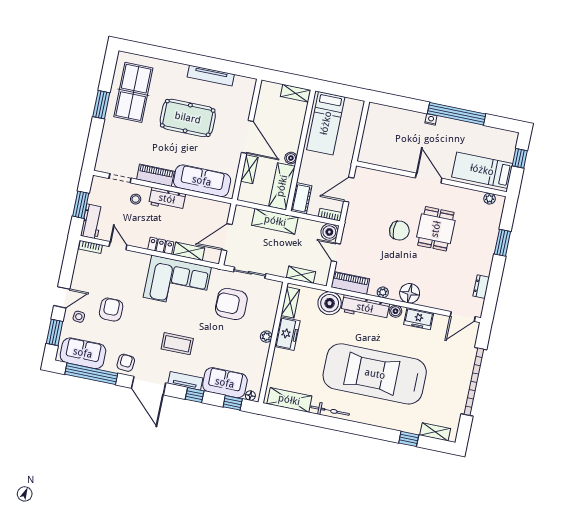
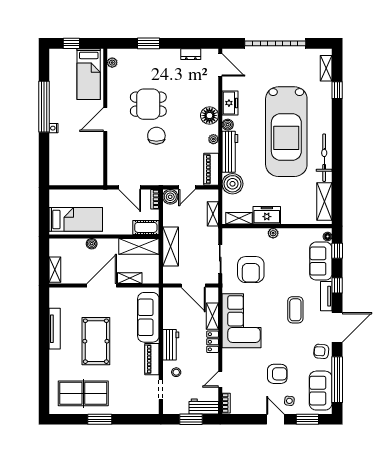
shelving: (296, 93) -> (55, 270), moved
boiler: (291, 158) -> (92, 244), moved
armchair: (111, 310) -> (277, 374), turned 180
bicycle: (330, 411) -> (324, 158), width x1.37, depth x1.40

